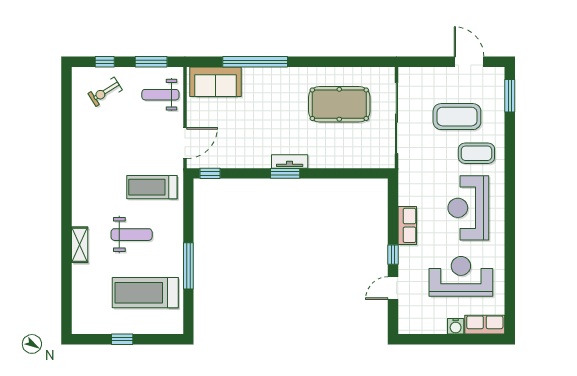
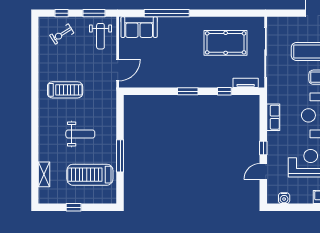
weight bench: (160, 95) -> (100, 36), turned -90
tv unit: (290, 161) -> (246, 83), moved
window: (210, 173) -> (224, 91), moved
treadmill: (152, 187) -> (65, 90), moved, turned 180
row of seats: (407, 225) -> (273, 117), moved
shelving: (80, 245) -> (44, 174), moved
water cooler: (456, 326) -> (284, 198), moved

